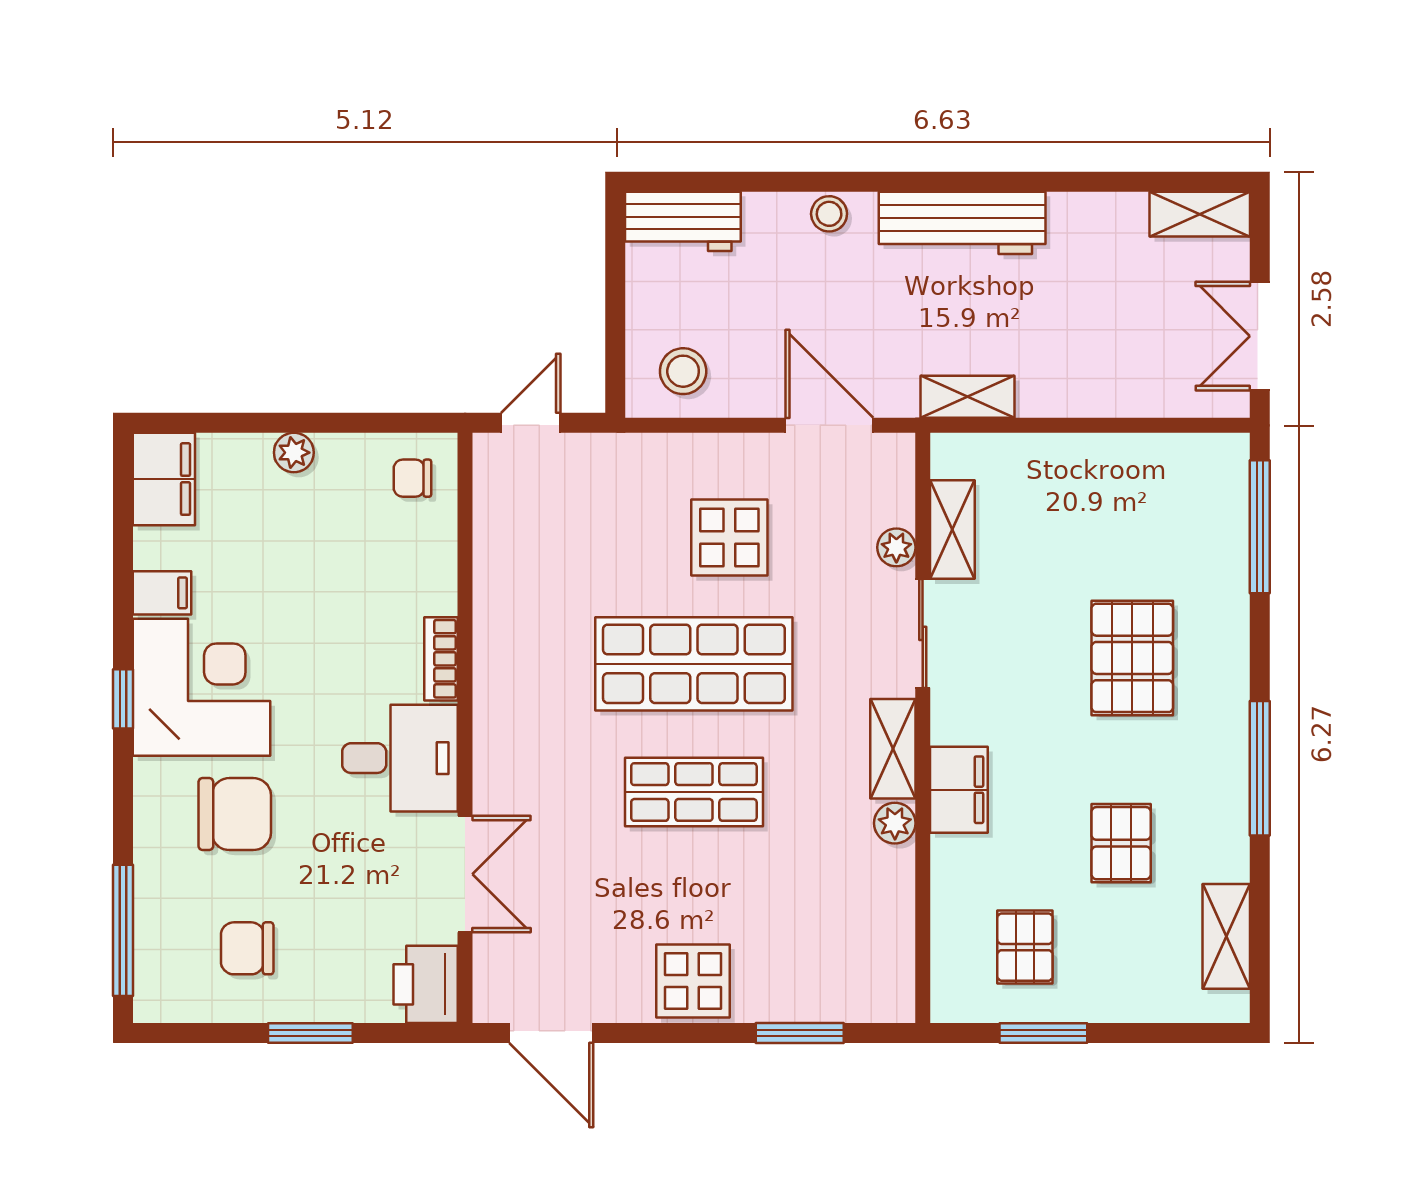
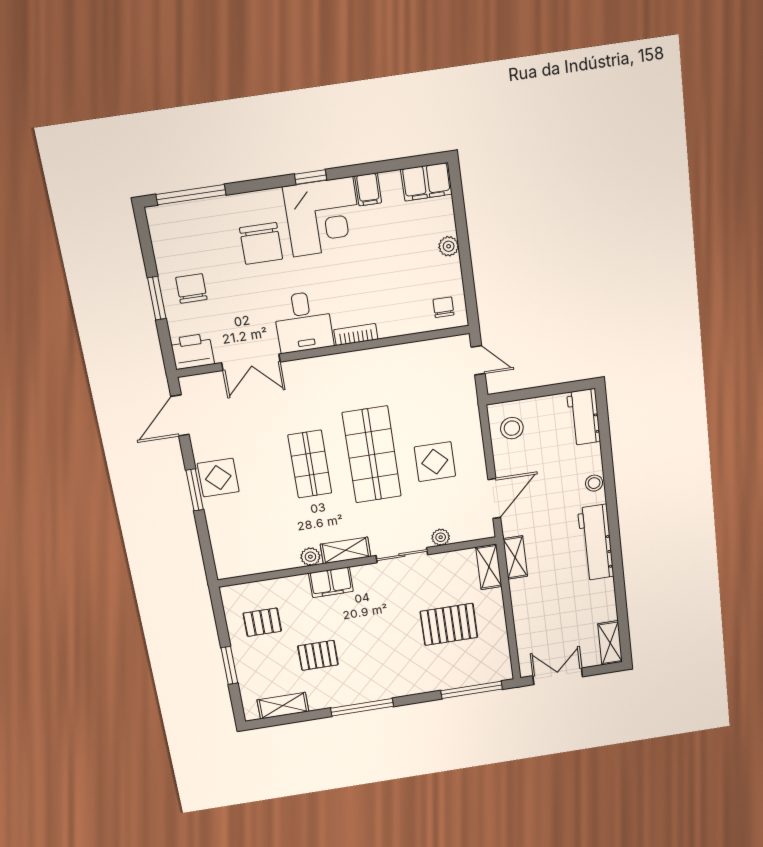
shelving: (952, 530) -> (489, 567), moved, turned 90
pallet: (1132, 658) -> (449, 624), moved
chair: (247, 948) -> (191, 288), moved
window: (800, 1033) -> (195, 490), moved
window: (1043, 1033) -> (229, 665), moved

